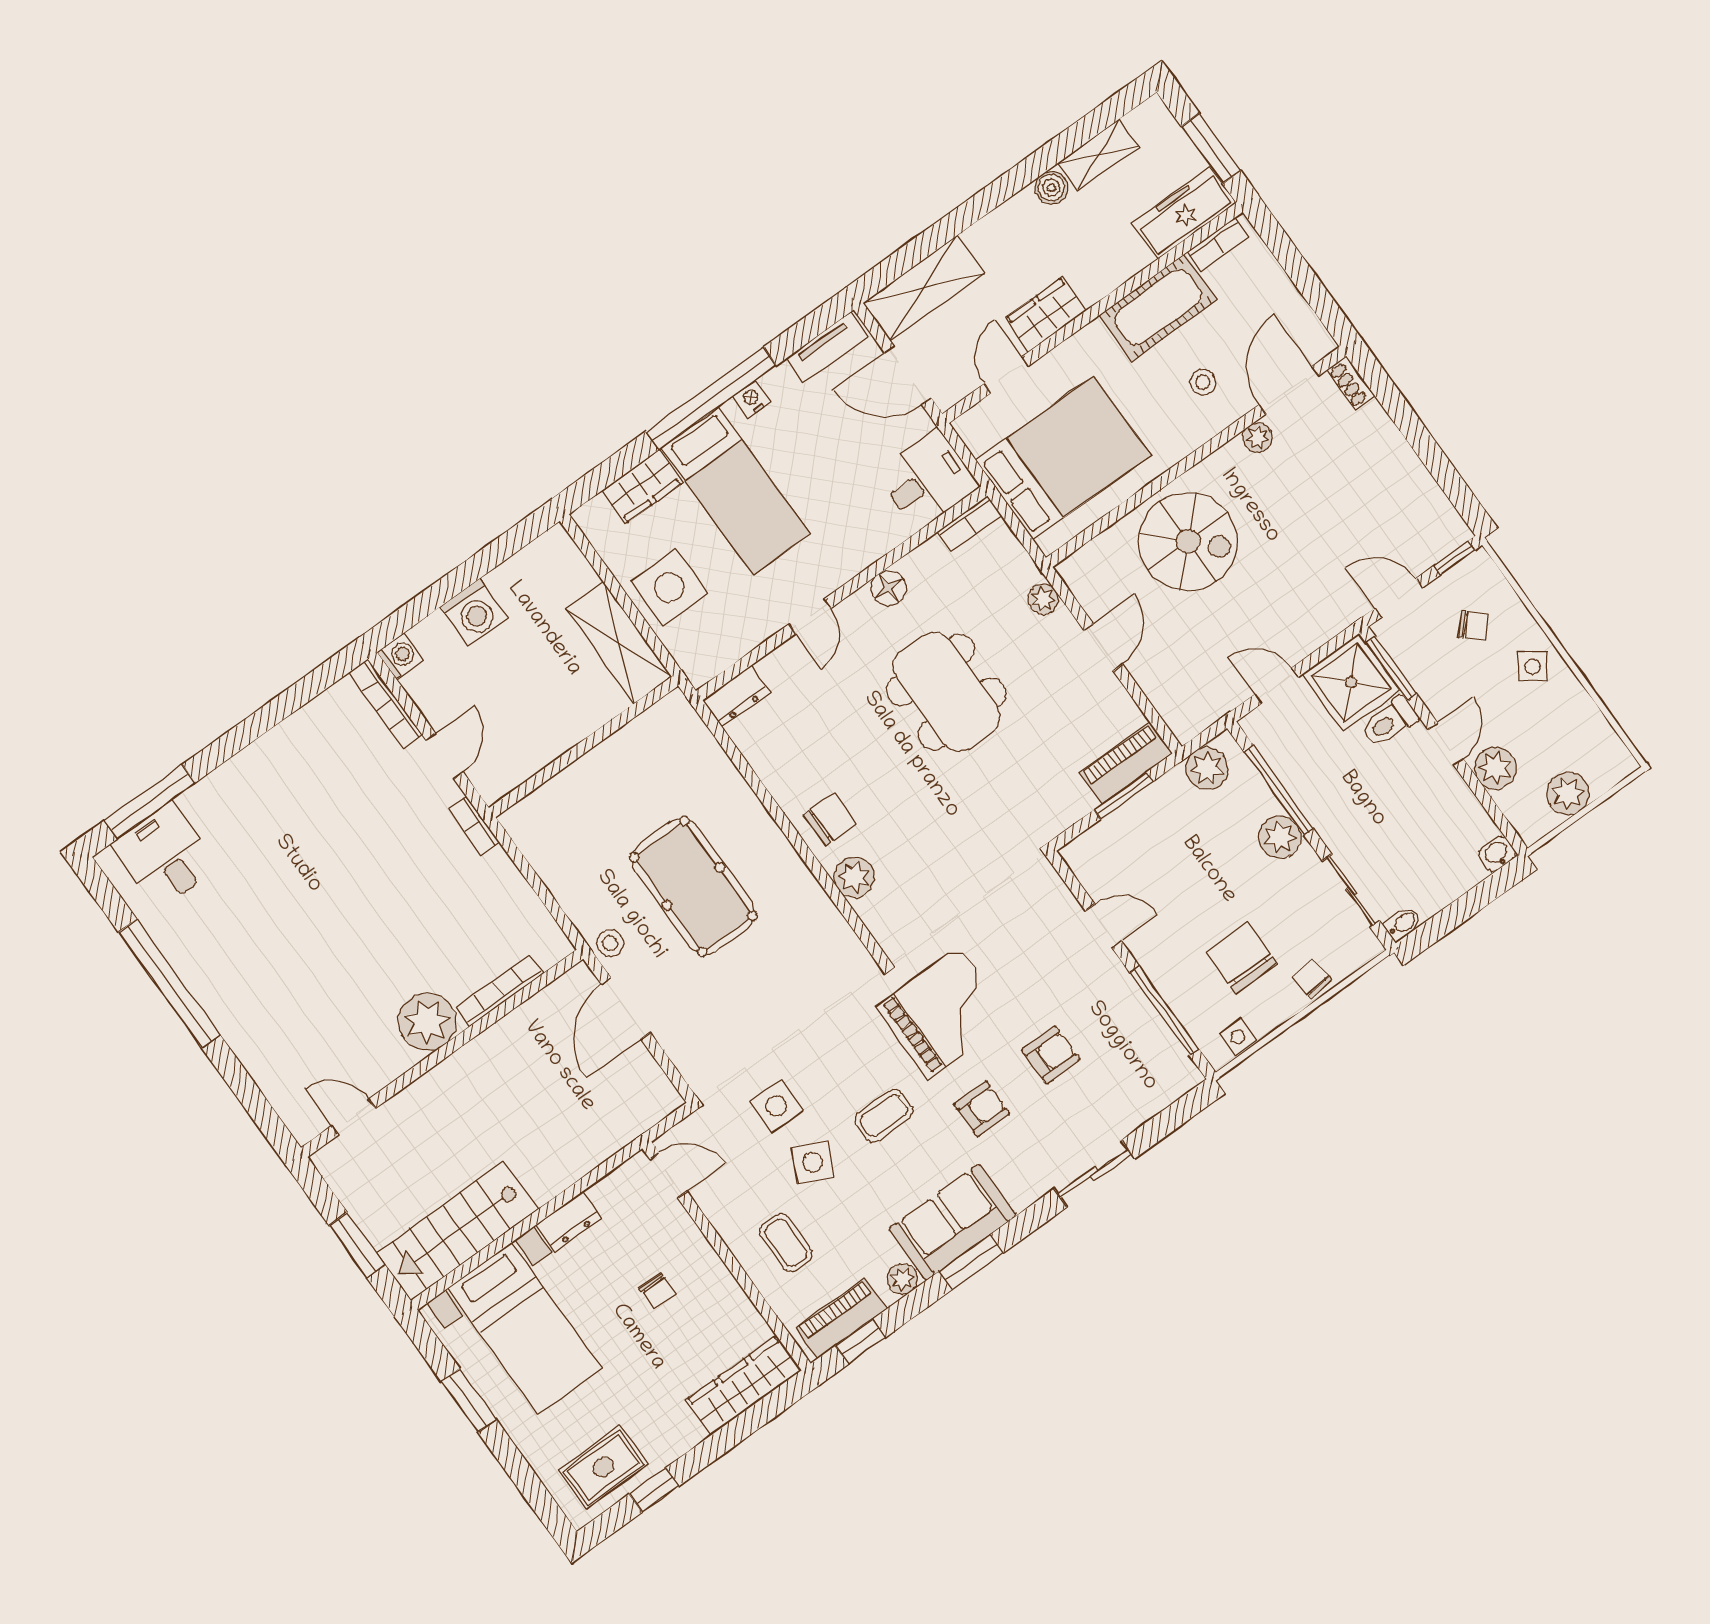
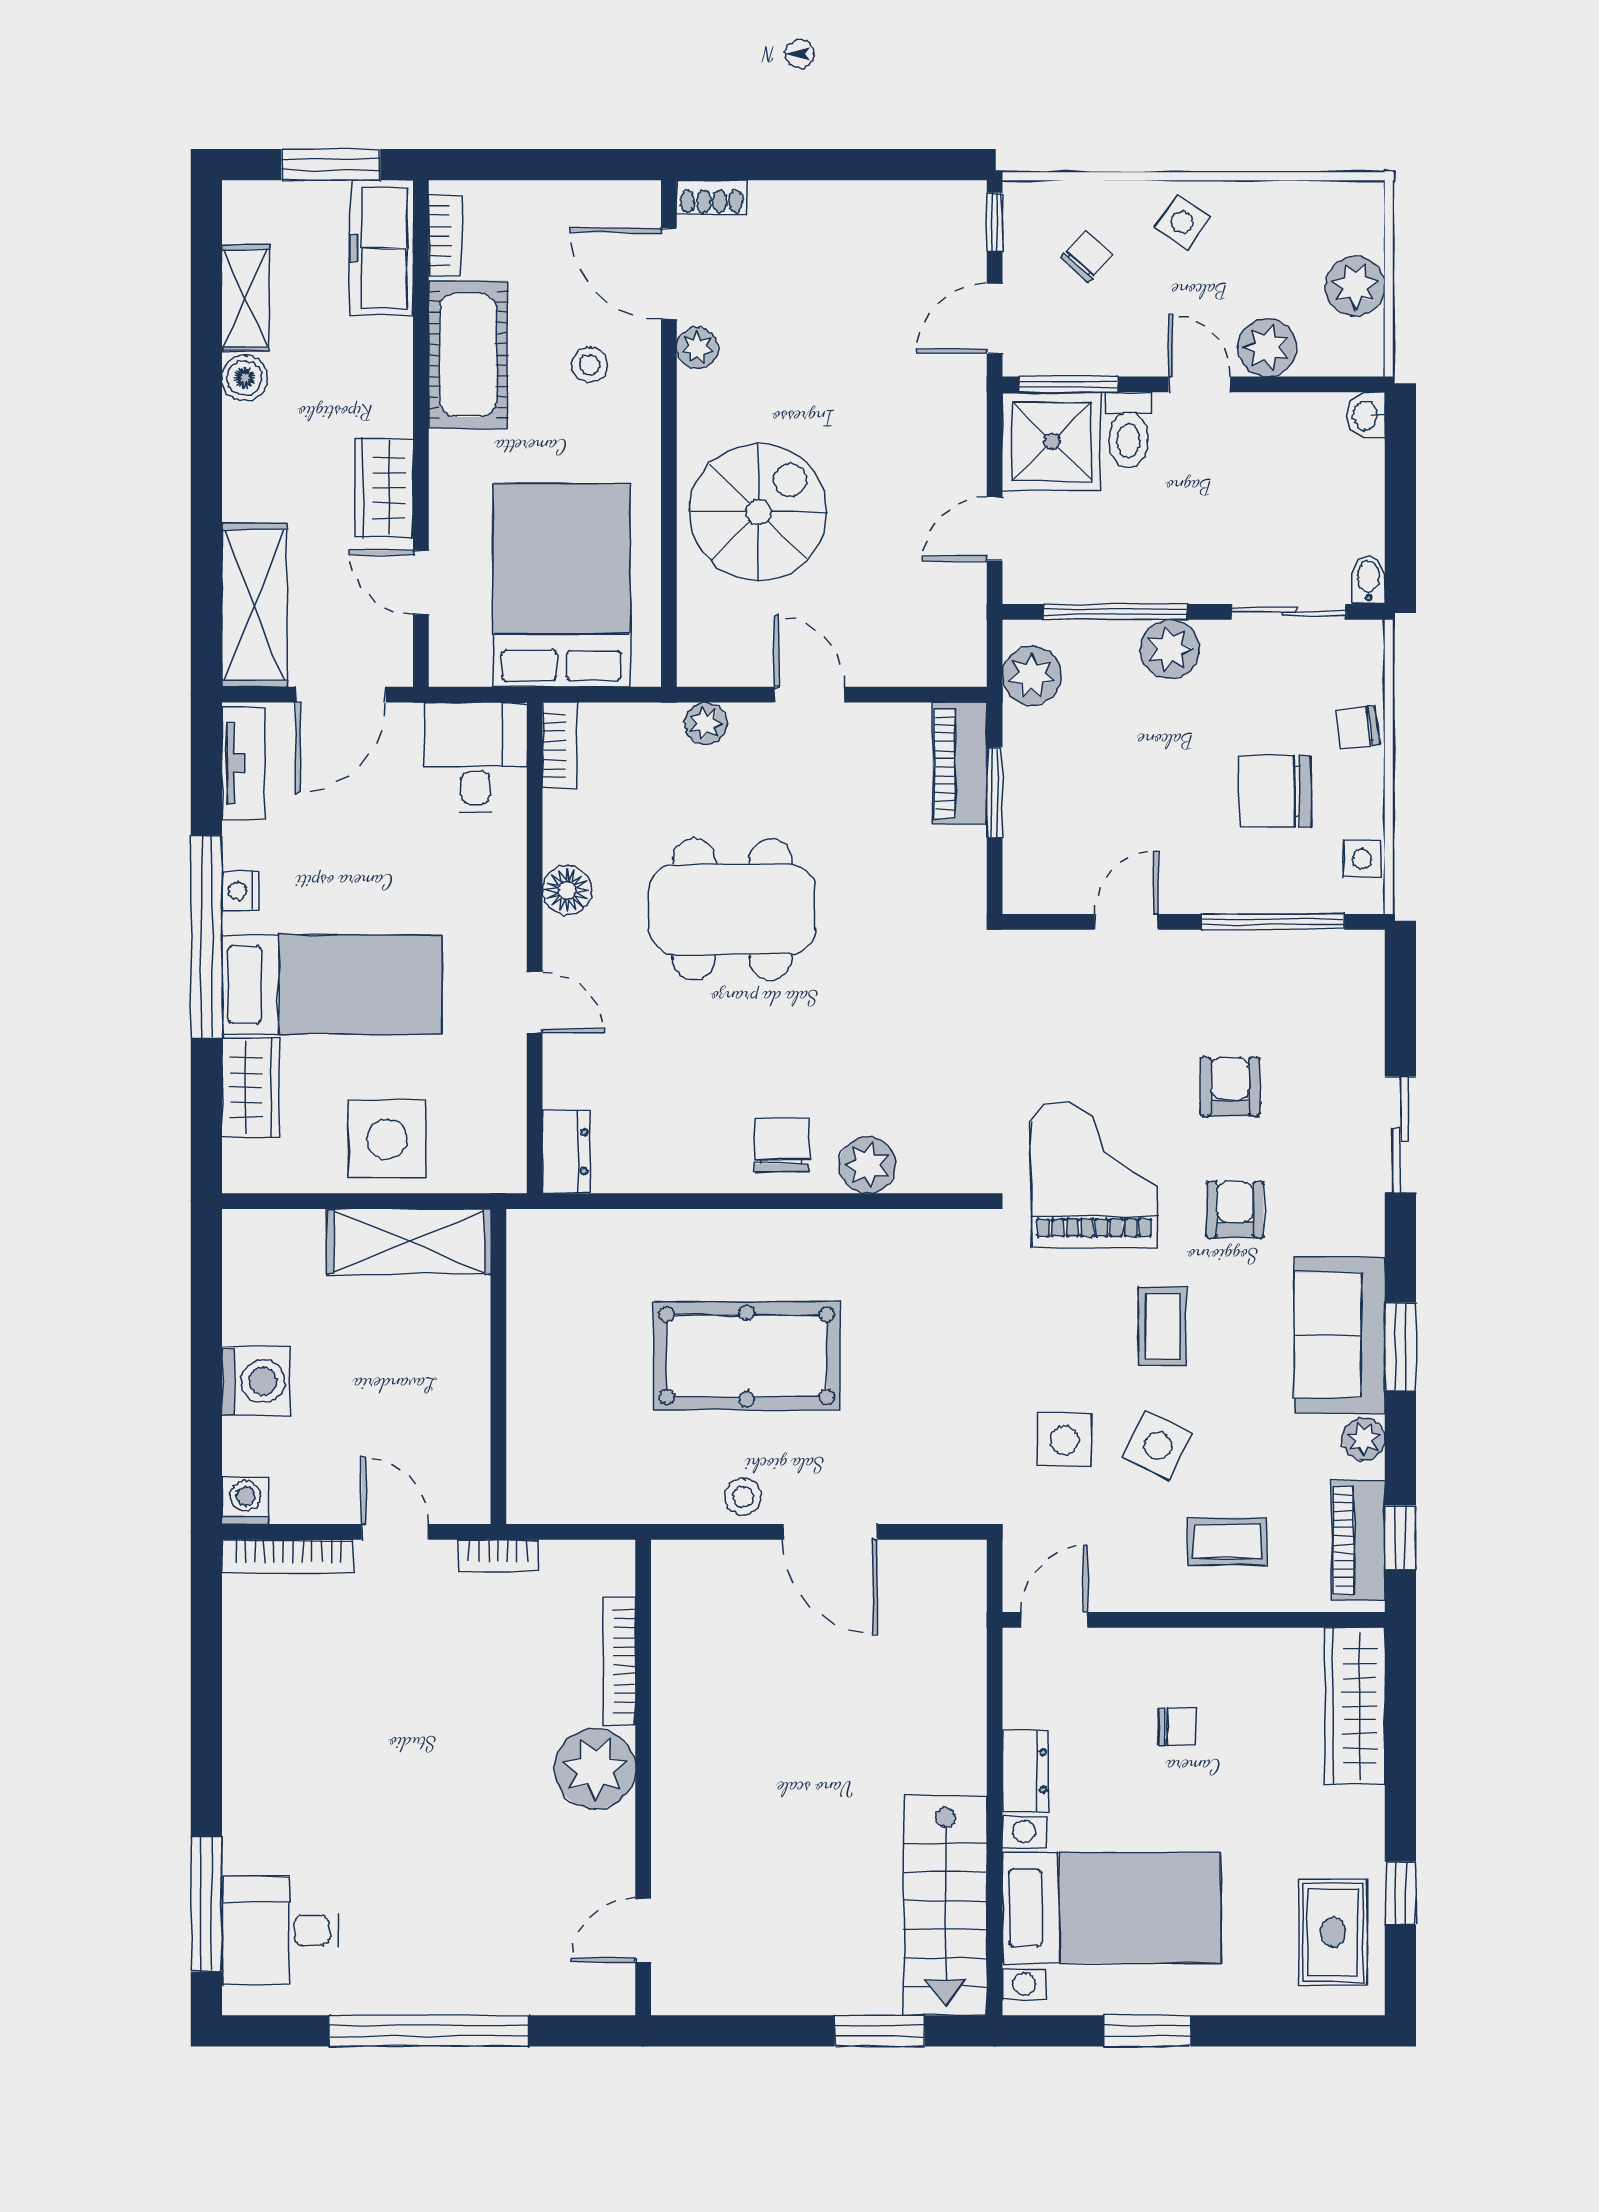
bookcase: (500, 991) -> (619, 1661), moved
plant: (427, 1022) -> (595, 1769), moved
wall: (442, 1053) -> (643, 1777), moved
door: (353, 1117) -> (643, 1930), moved

